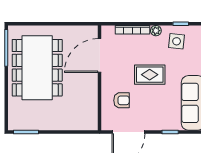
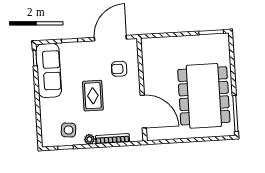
door: (100, 56) -> (143, 112), hinge flipped
rug: (150, 75) -> (93, 96), turned 90

